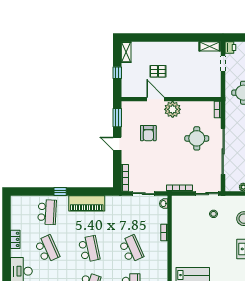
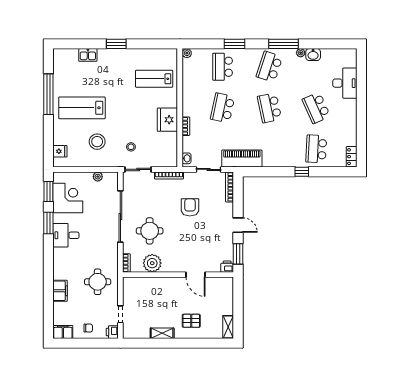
shelving: (210, 46) -> (162, 333), moved
pallet: (158, 71) -> (191, 321), moved
window: (117, 73) -> (238, 304), removed
printer: (127, 106) -> (227, 267), added
plant: (173, 109) -> (152, 263), moved
armchair: (148, 133) -> (190, 207), moved
piano: (87, 203) -> (242, 159), moved
fridge: (181, 238) -> (167, 120), added
locker: (15, 239) -> (352, 157), moved
school desk: (131, 249) -> (223, 108), turned 36

